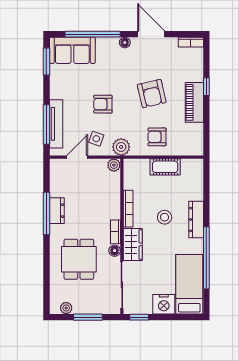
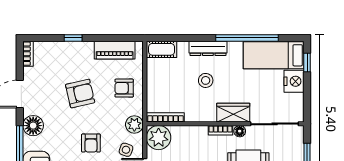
floor lamp: (125, 43) -> (33, 126), width x1.89, depth x1.89
piano: (194, 102) -> (115, 50), moved
armchair: (157, 137) -> (124, 88), turned 90
plant: (114, 165) -> (159, 138), width x1.87, depth x1.87
cot: (165, 167) -> (162, 49), moved, turned 90
bookcase: (128, 209) -> (165, 117), moved
window: (139, 317) -> (307, 62), moved

